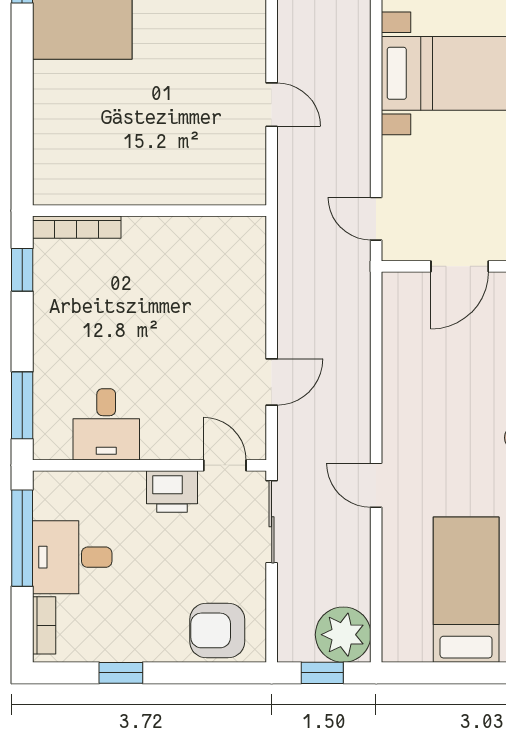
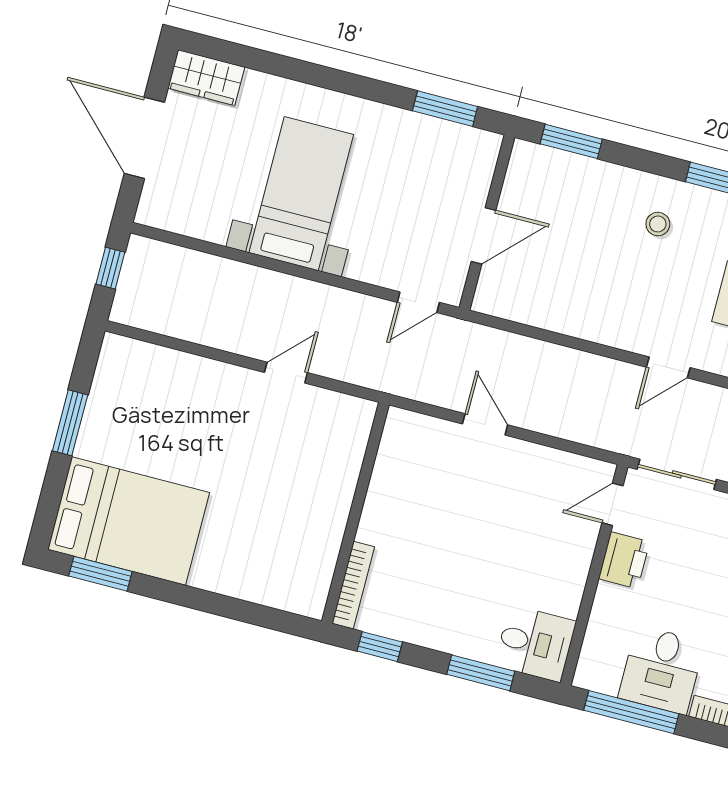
door: (460, 266) -> (484, 236), hinge flipped
door: (272, 382) -> (485, 424), moved
window: (22, 405) -> (481, 673), moved
desk: (106, 424) -> (535, 643), moved

